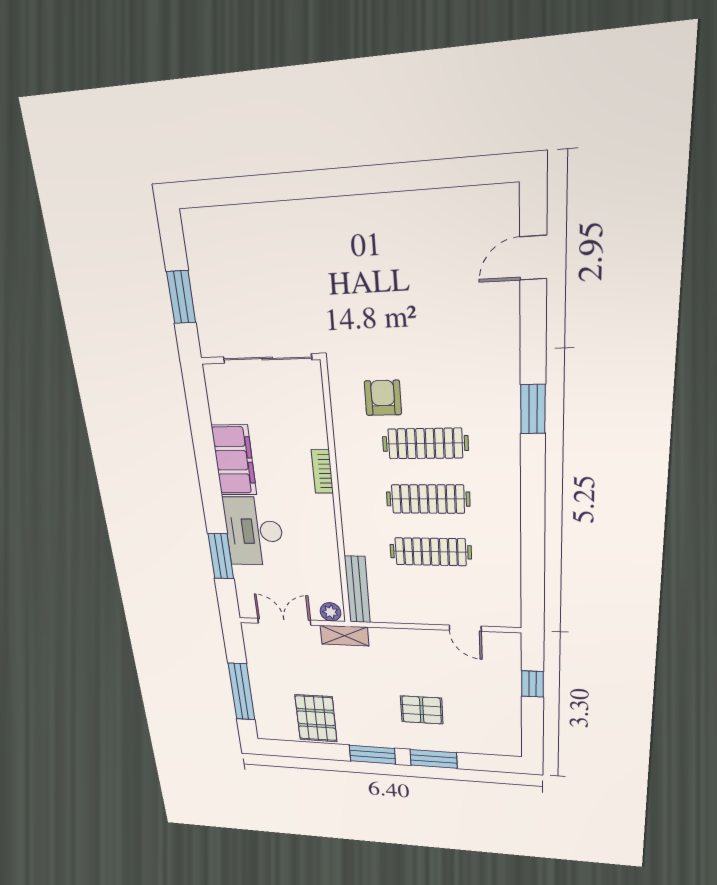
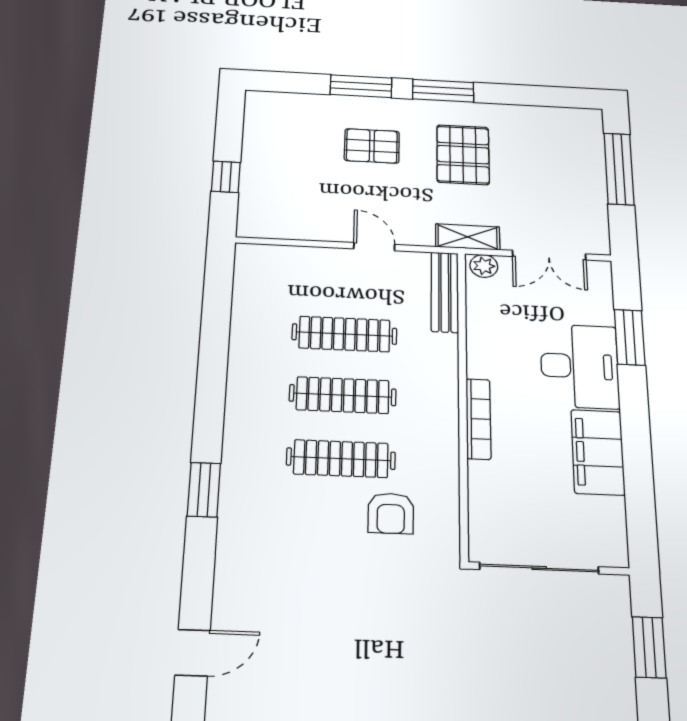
bookcase: (322, 471) -> (478, 419), width x1.56
door: (465, 628) -> (374, 247), moved
pallet: (316, 718) -> (463, 155), moved

